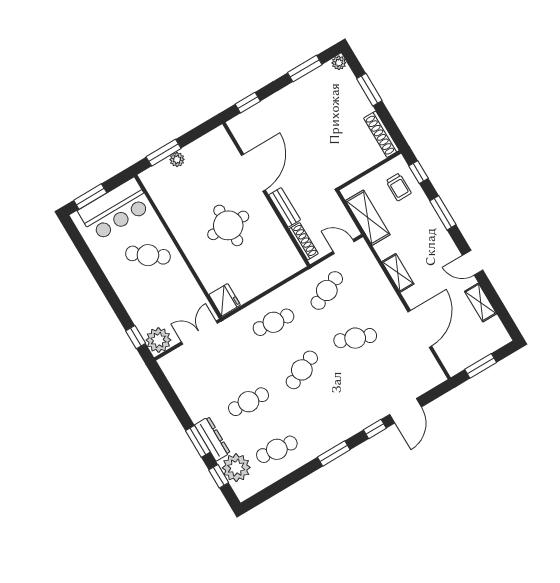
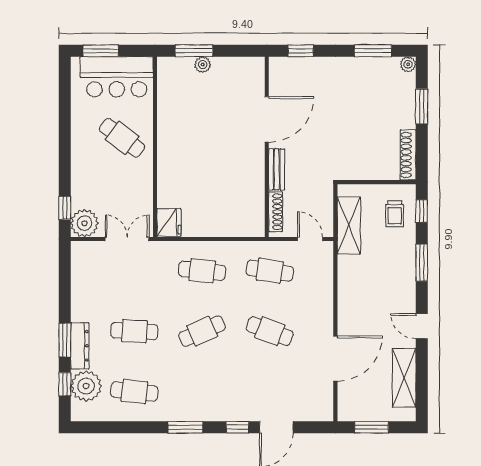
round table: (228, 225) -> (214, 155), removed
shelving: (398, 273) -> (346, 294), removed
cafe table: (327, 290) -> (270, 271), turned 33
shelving: (481, 303) -> (404, 378), width x1.50, depth x1.33

